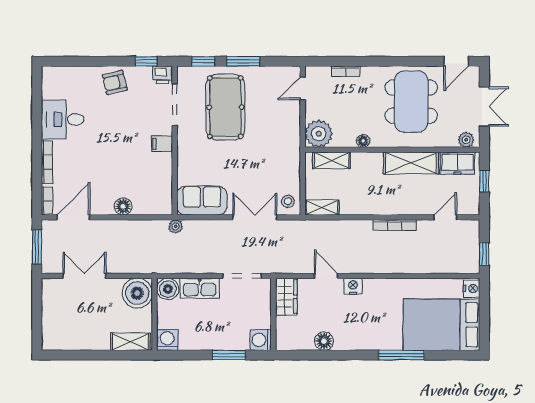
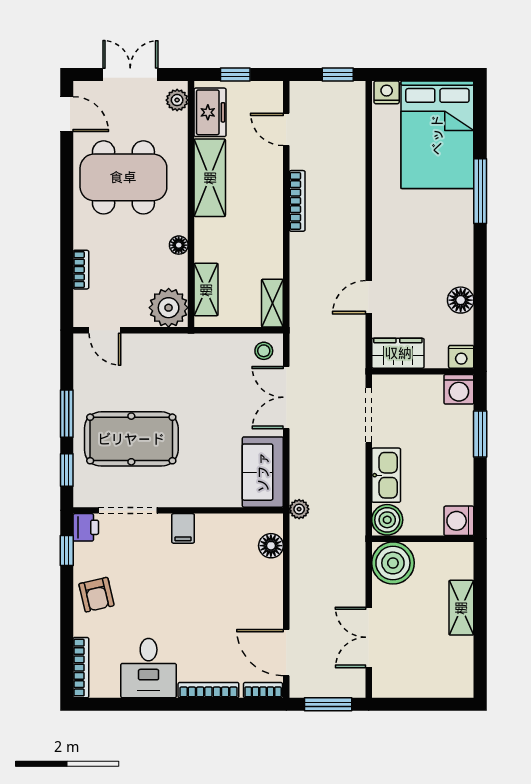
bookcase: (63, 71) -> (81, 668), added
floor lamp: (123, 206) -> (271, 546), moved
nightstand: (353, 286) -> (461, 357), moved, turned -90
shelving: (130, 342) -> (461, 608), moved

